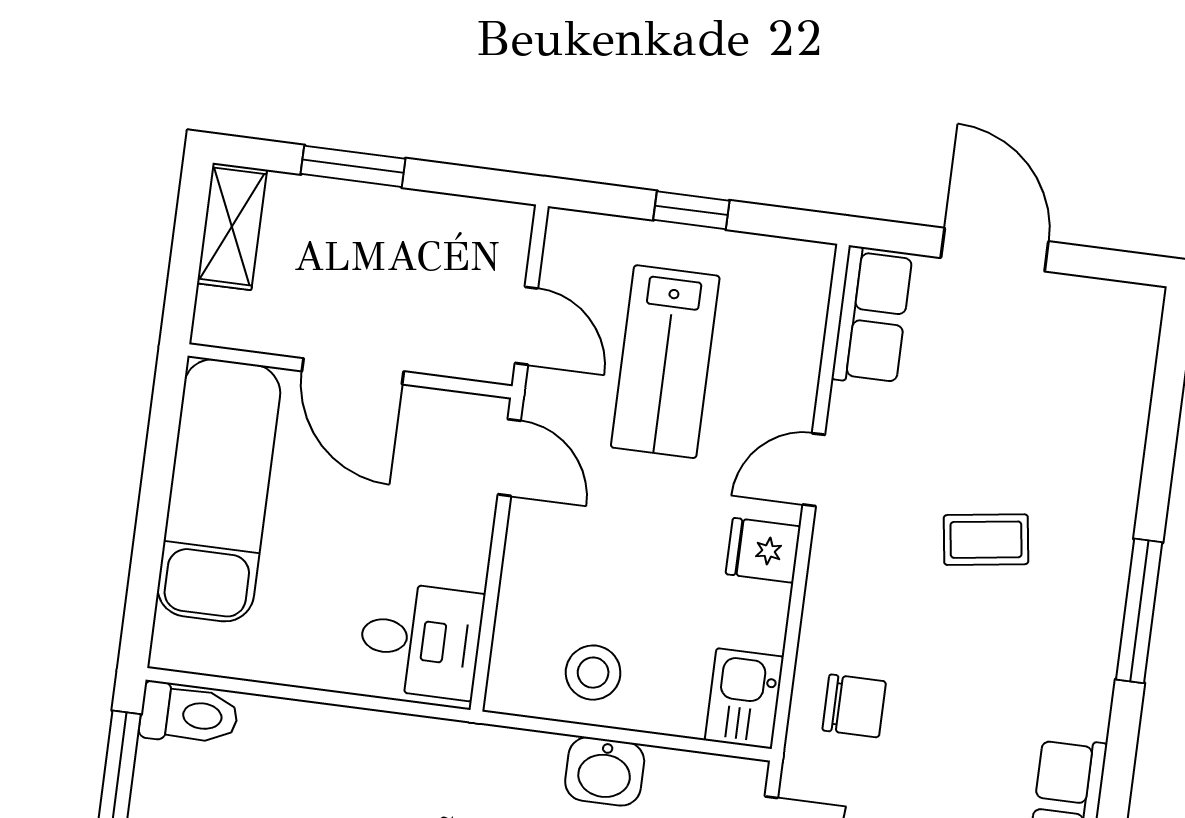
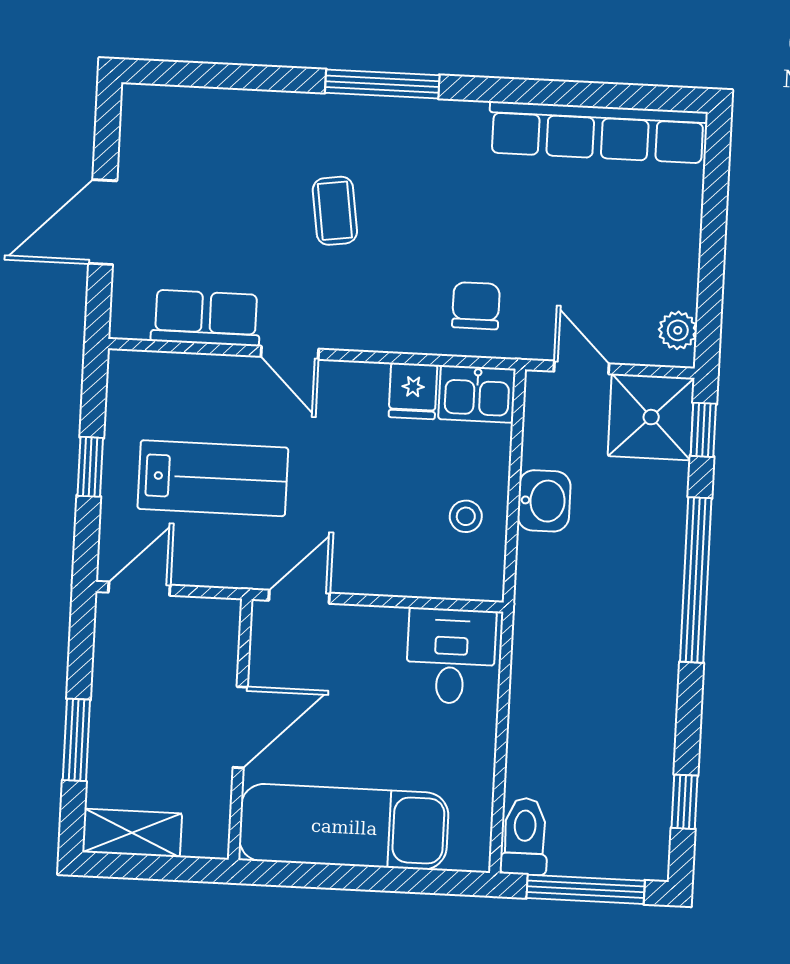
row of seats: (872, 316) -> (206, 318), moved
door: (526, 326) -> (139, 589), moved
fridge: (763, 550) -> (413, 391), moved
stool: (593, 673) -> (466, 516), width x0.73, depth x0.73

